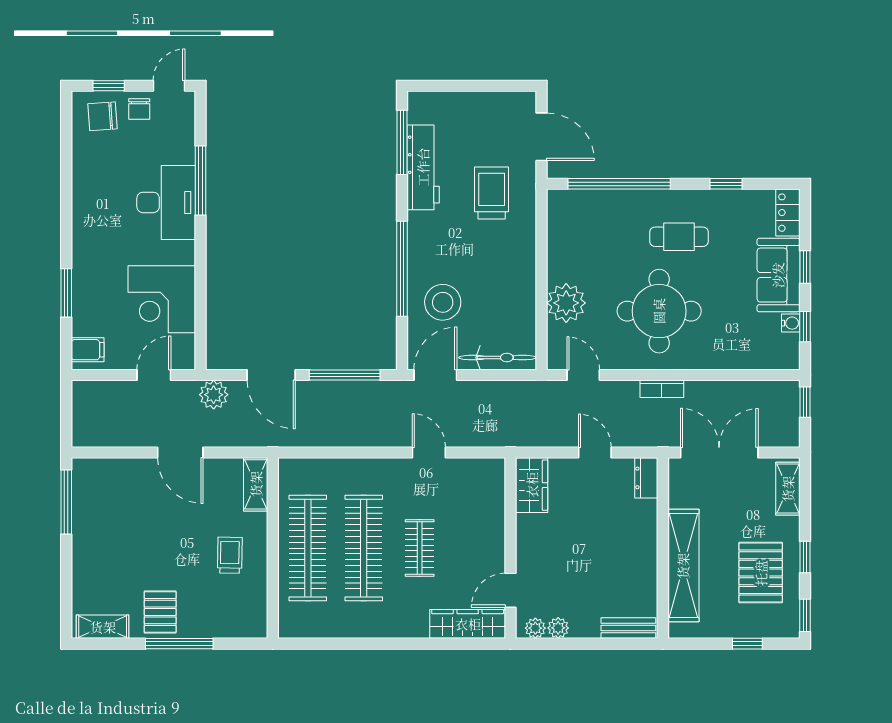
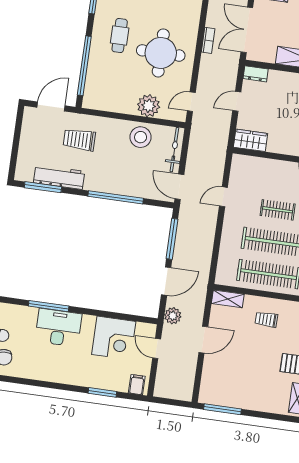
stool: (443, 302) -> (141, 137), moved
bookcase: (662, 389) -> (208, 40), moved

